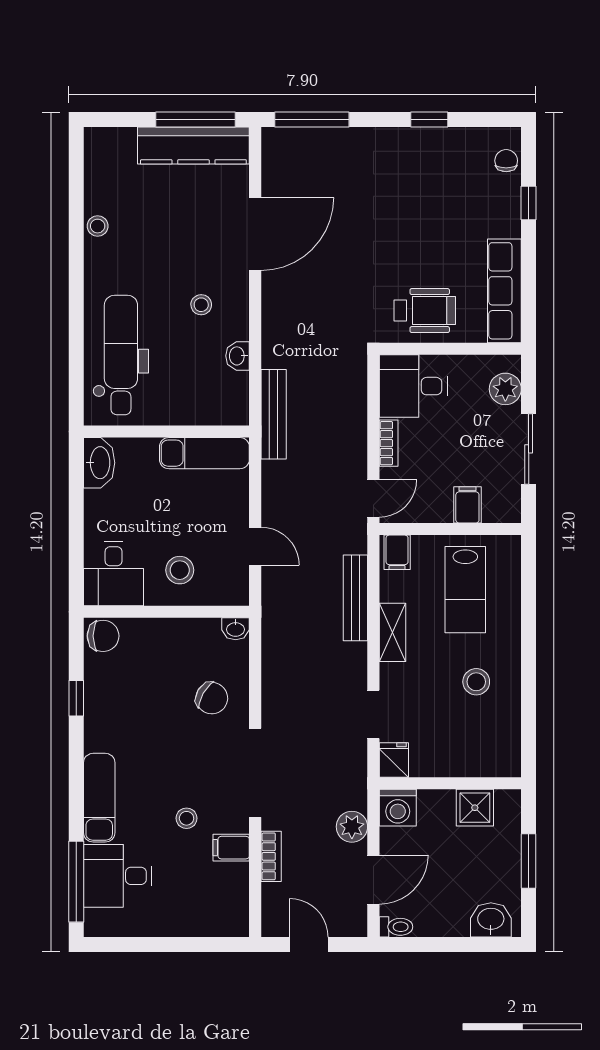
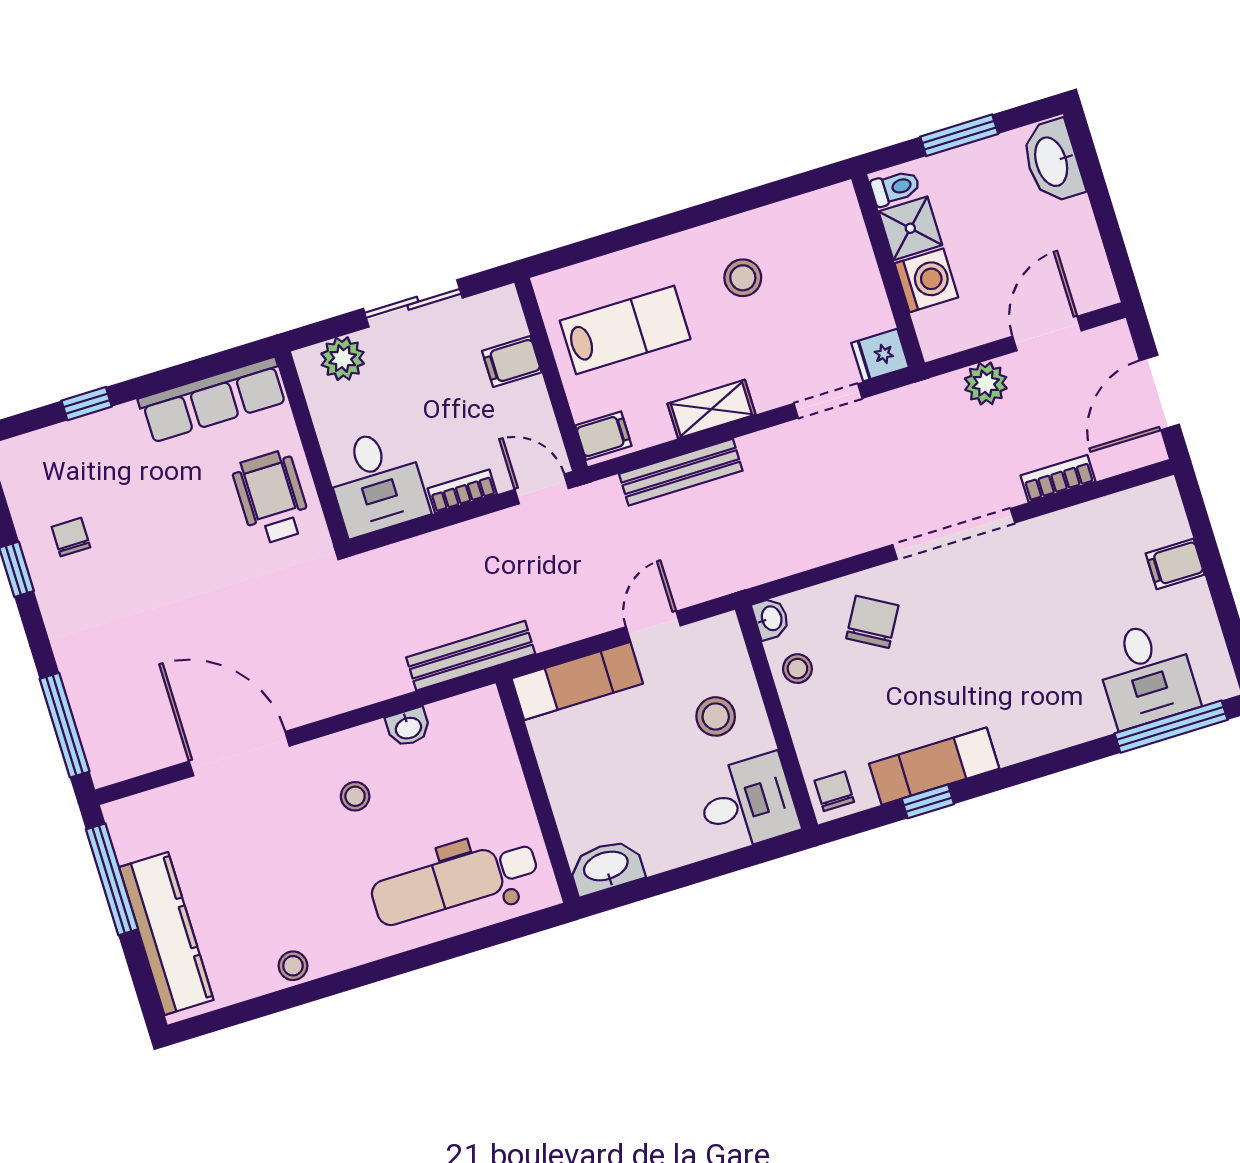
kitchen counter: (193, 146) -> (166, 934), moved
chair: (506, 161) -> (71, 537), moved, turned 90
exam couch: (204, 453) -> (577, 681), moved, turned 90
chair: (103, 636) -> (834, 791), width x0.73, depth x0.73
exam couch: (99, 798) -> (934, 766), moved
washing machine: (398, 808) -> (926, 280), moved
stool: (187, 818) -> (797, 669), moved
filing cabinet: (231, 848) -> (1175, 564), moved, turned 90
door: (373, 880) -> (1047, 333), hinge flipped
washbasin: (491, 920) -> (1053, 161), width x1.38
toilet: (396, 927) -> (895, 188), moved, turned 90
door: (309, 944) -> (1159, 392), width x1.38

